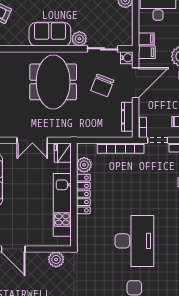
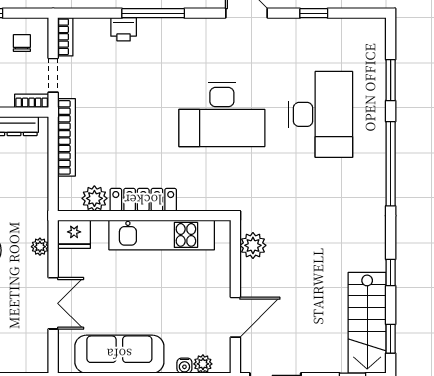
plant: (55, 132) -> (40, 247), added
double door: (32, 140) -> (53, 303), moved
desk: (134, 241) -> (222, 114), turned 180

